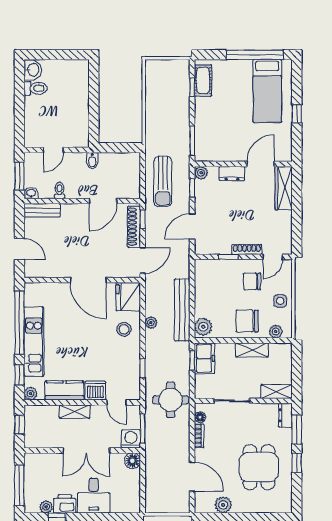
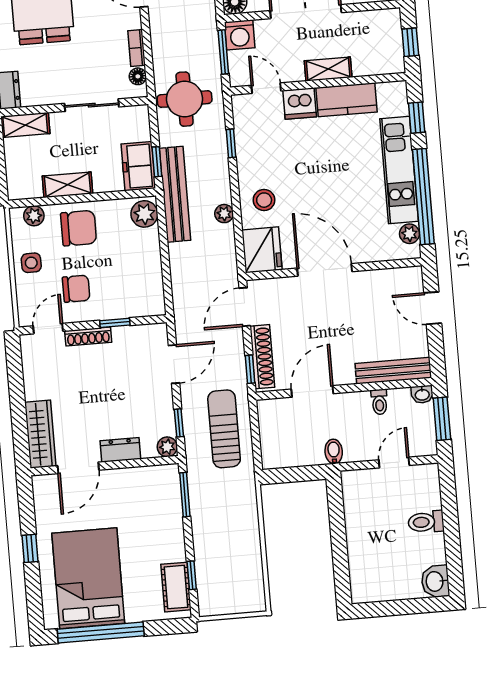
toilet: (36, 88) -> (426, 522), moved
bed: (267, 91) -> (88, 578), width x1.50
bench: (42, 210) -> (393, 371), width x1.36
bench: (182, 310) -> (175, 194), moved
plant: (31, 394) -> (409, 234), moved

